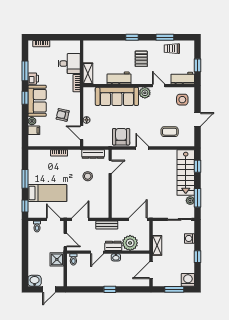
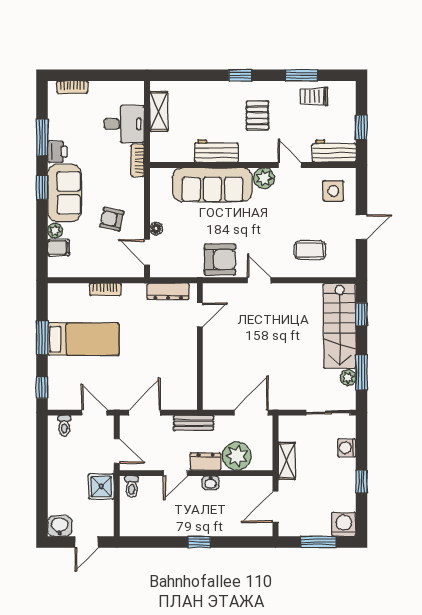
shelving: (88, 74) -> (159, 111), moved
armchair: (121, 137) -> (220, 259), turned 90
stool: (88, 176) -> (158, 333), removed
bed: (47, 193) -> (83, 339), moved

